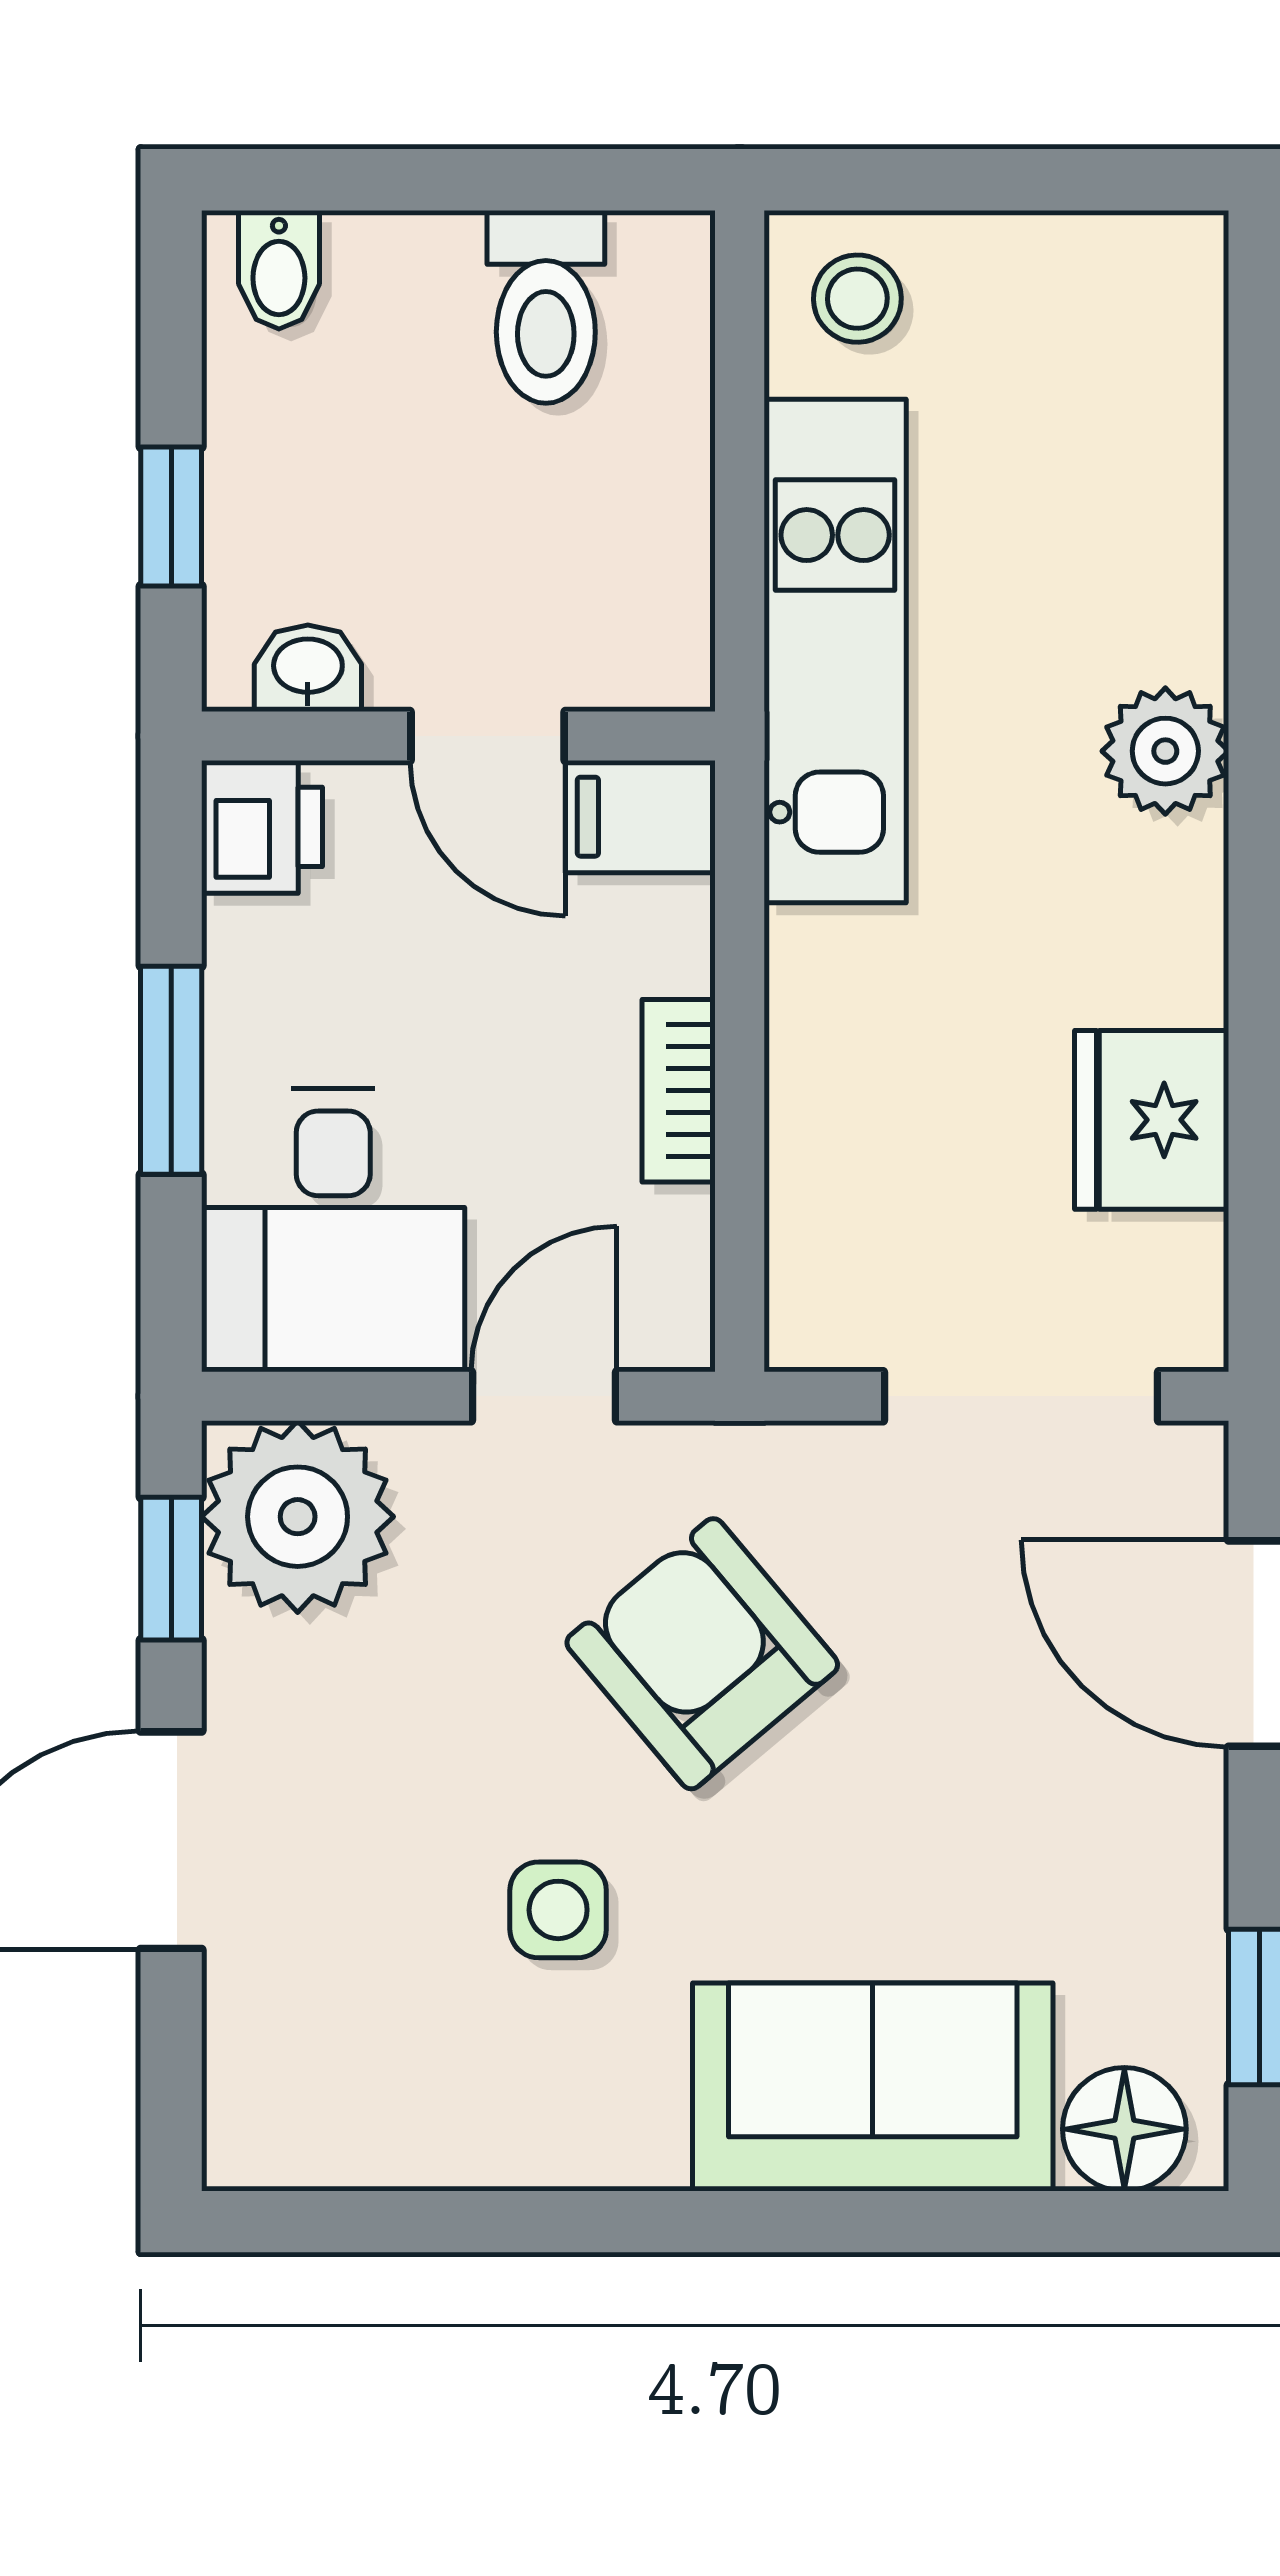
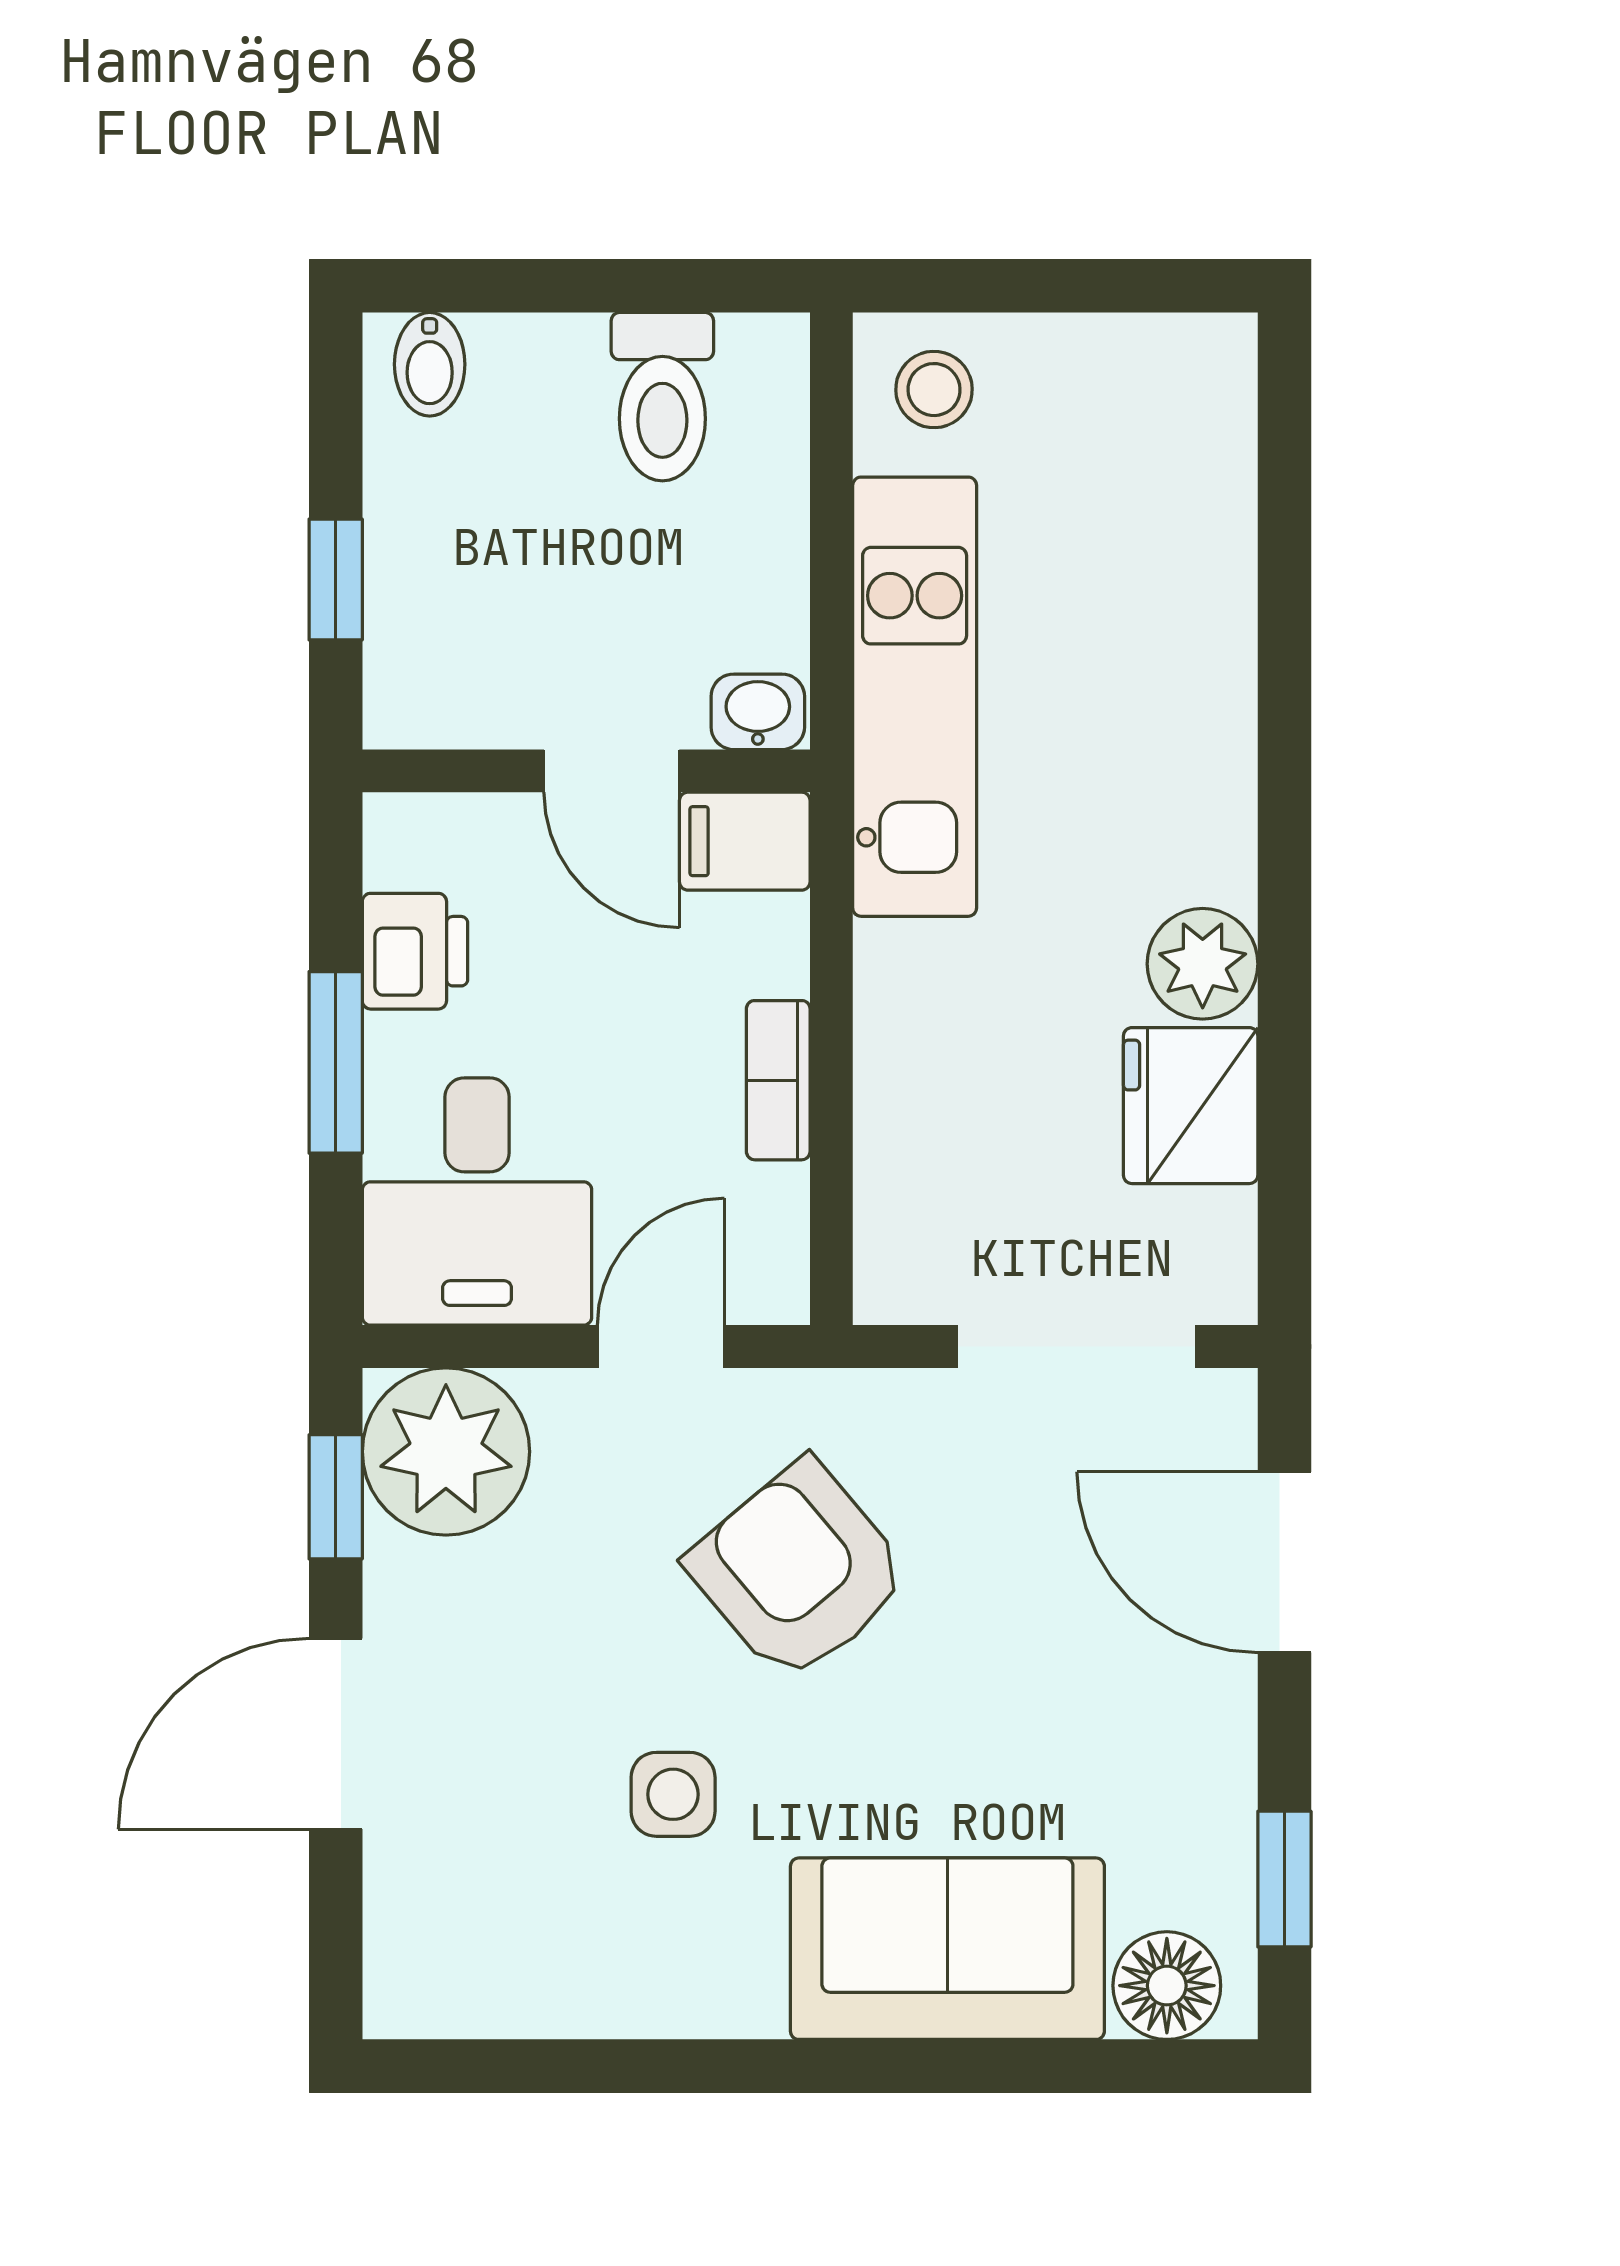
washbasin: (308, 668) -> (758, 712), moved
plant: (1165, 751) -> (1203, 964), moved
printer: (262, 827) -> (415, 951), moved

